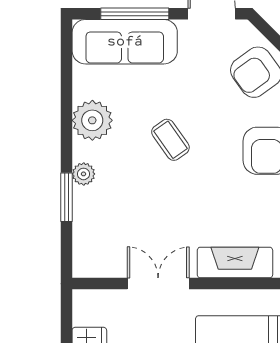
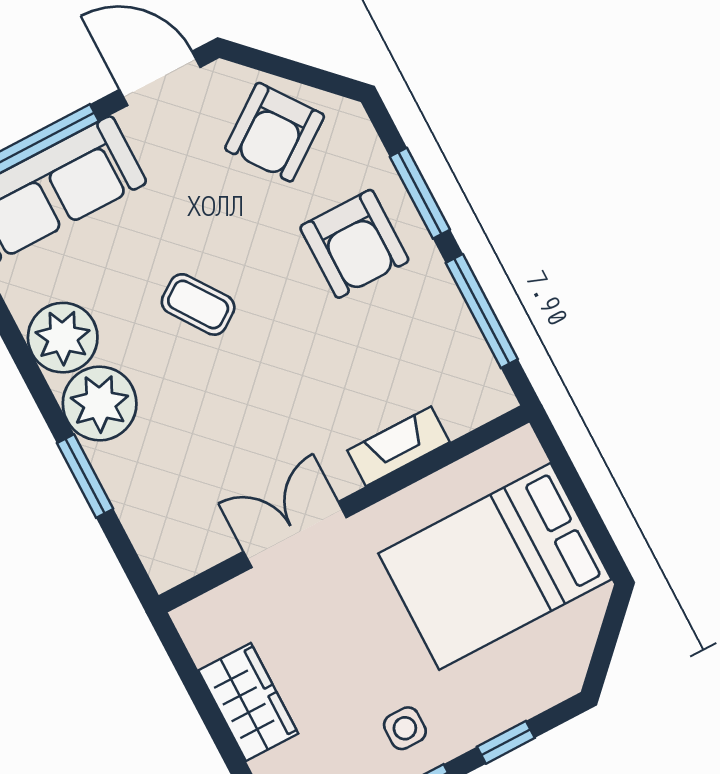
plant: (84, 174) -> (100, 403), width x1.88, depth x1.88
fireplace: (235, 263) -> (399, 446), width x0.73, depth x0.76

